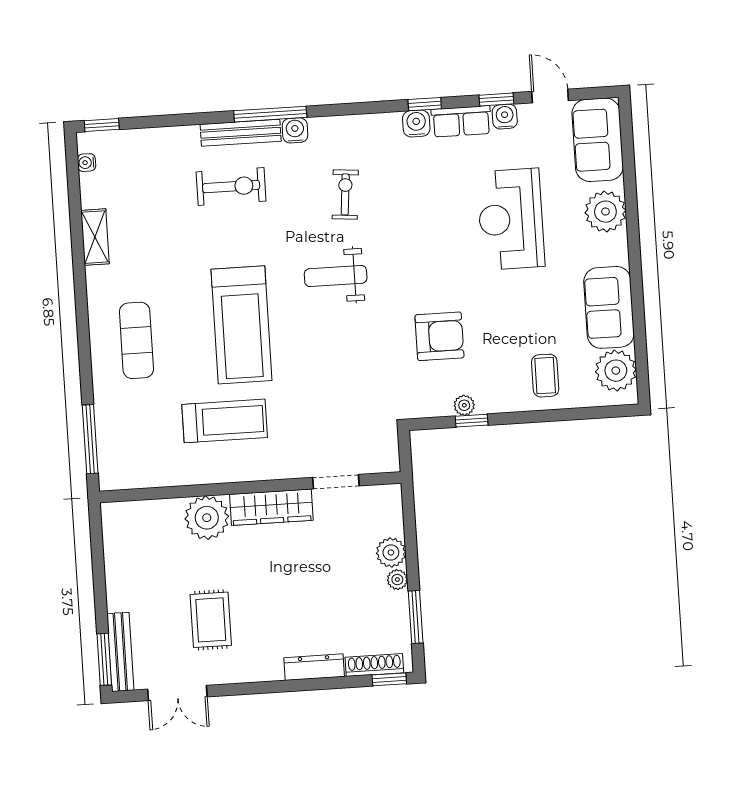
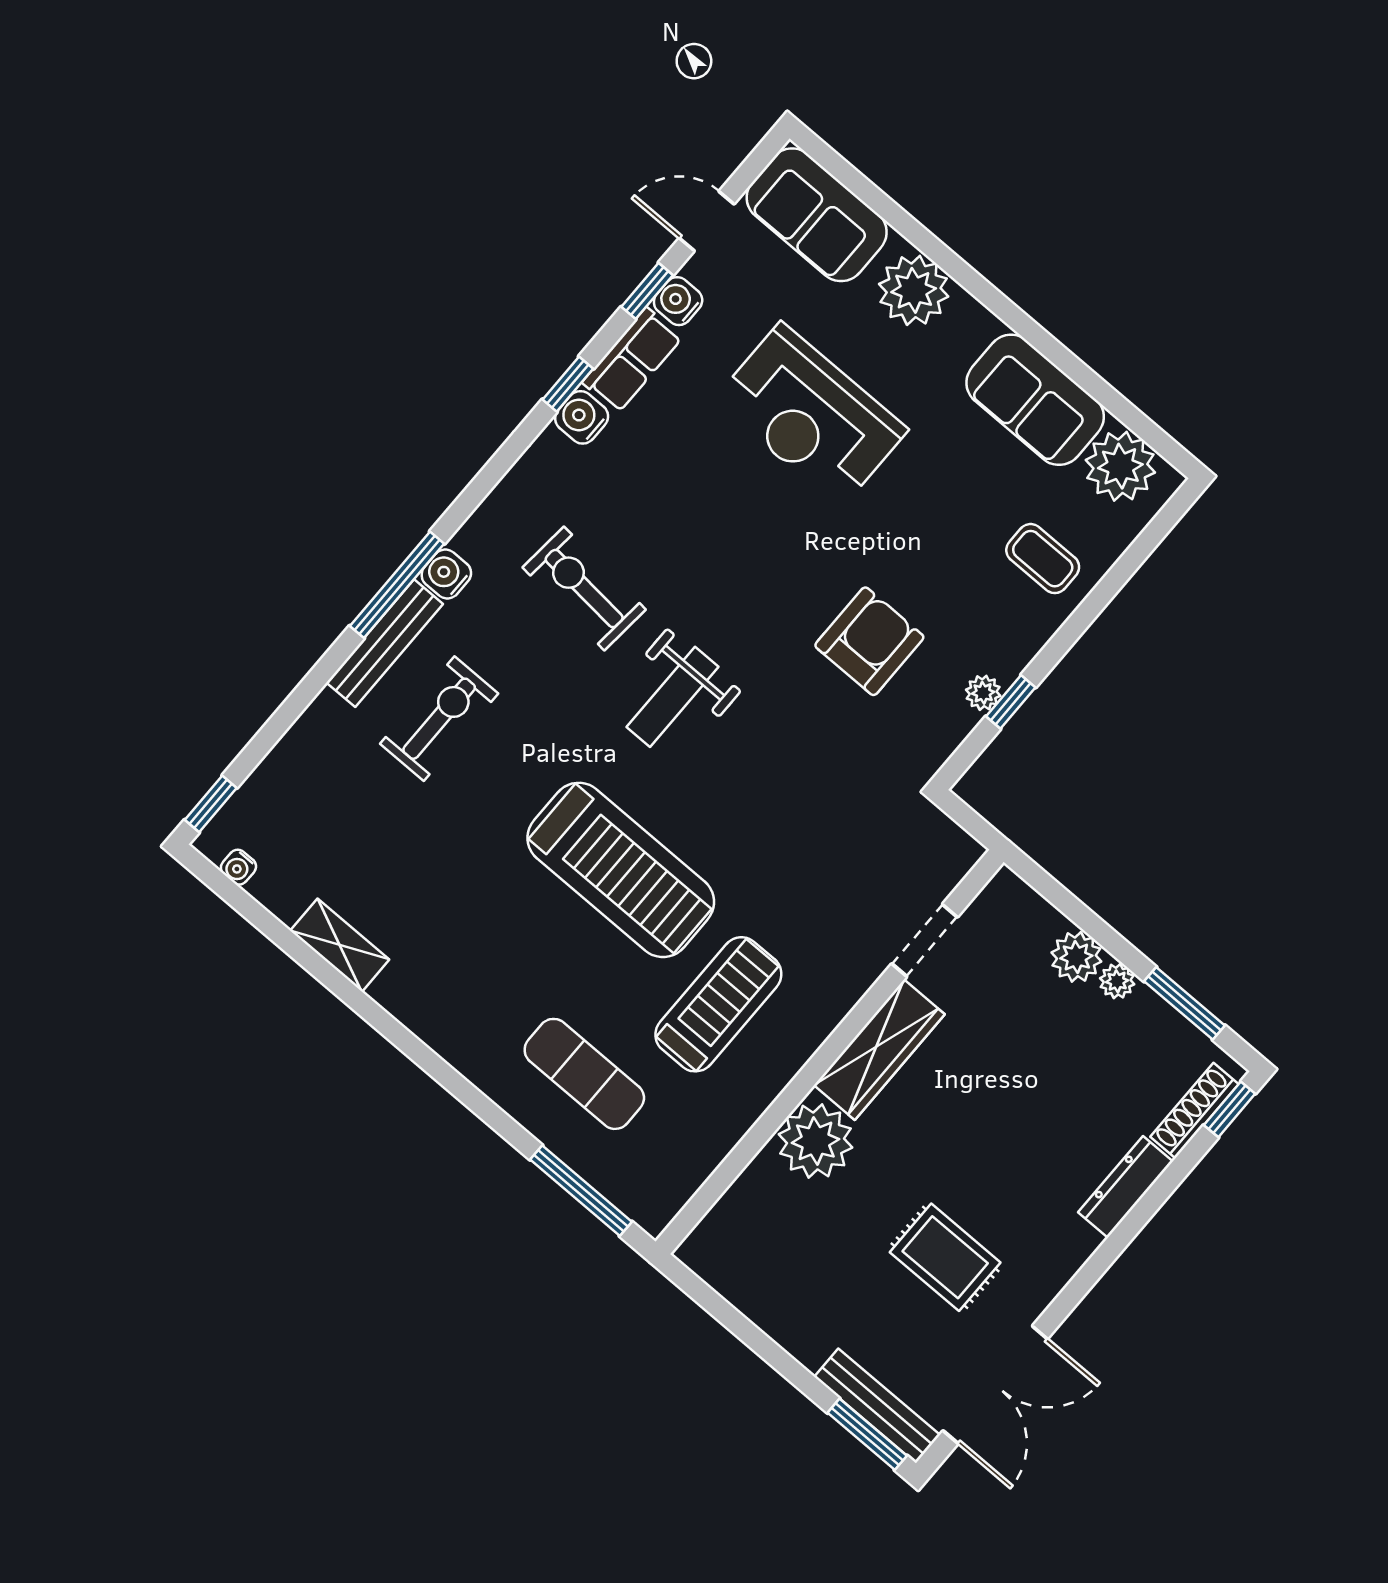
exercise bike: (345, 194) -> (584, 588), width x1.38, depth x1.39
exercise mat: (136, 340) -> (584, 1074), moved
double door: (177, 693) -> (995, 1385), width x1.37

